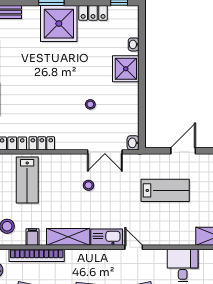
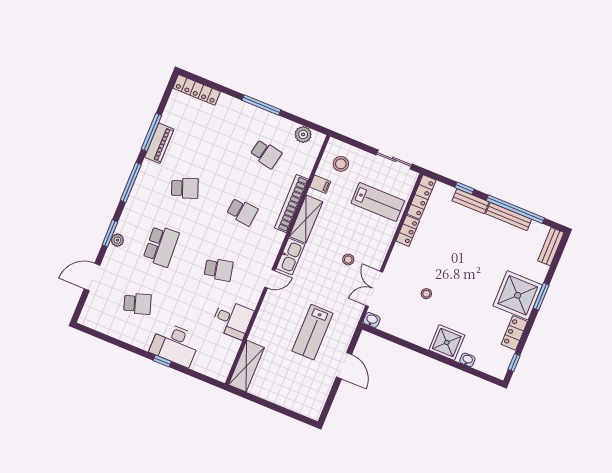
lab bench: (27, 180) -> (378, 202), turned 180
bookcase: (37, 255) -> (291, 204), moved

